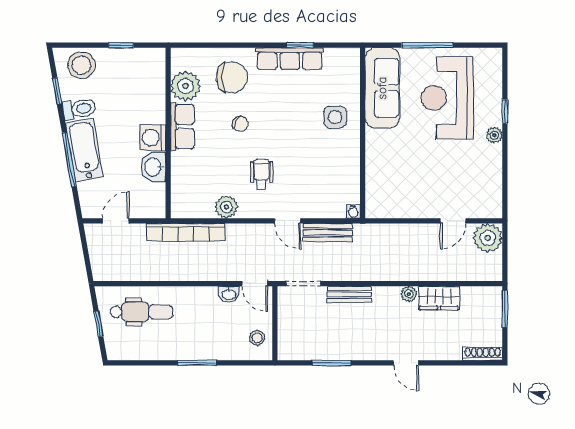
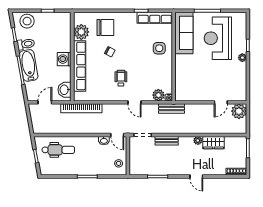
row of seats: (290, 59) -> (155, 18), moved
row of seats: (182, 126) -> (80, 66), width x2.02
washbasin: (153, 167) -> (65, 90), moved
plant: (226, 207) -> (158, 95), moved
bench: (328, 233) -> (171, 109), moved

